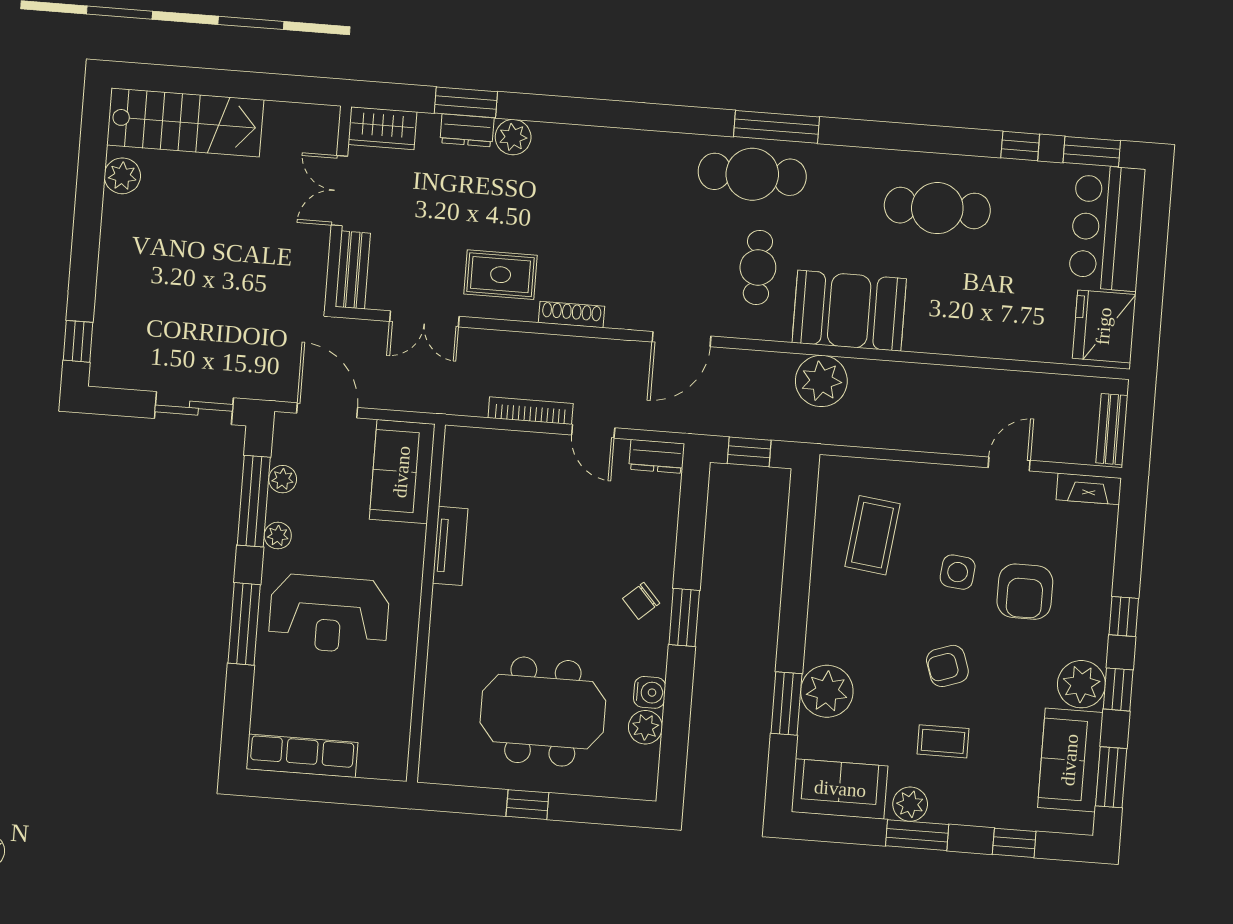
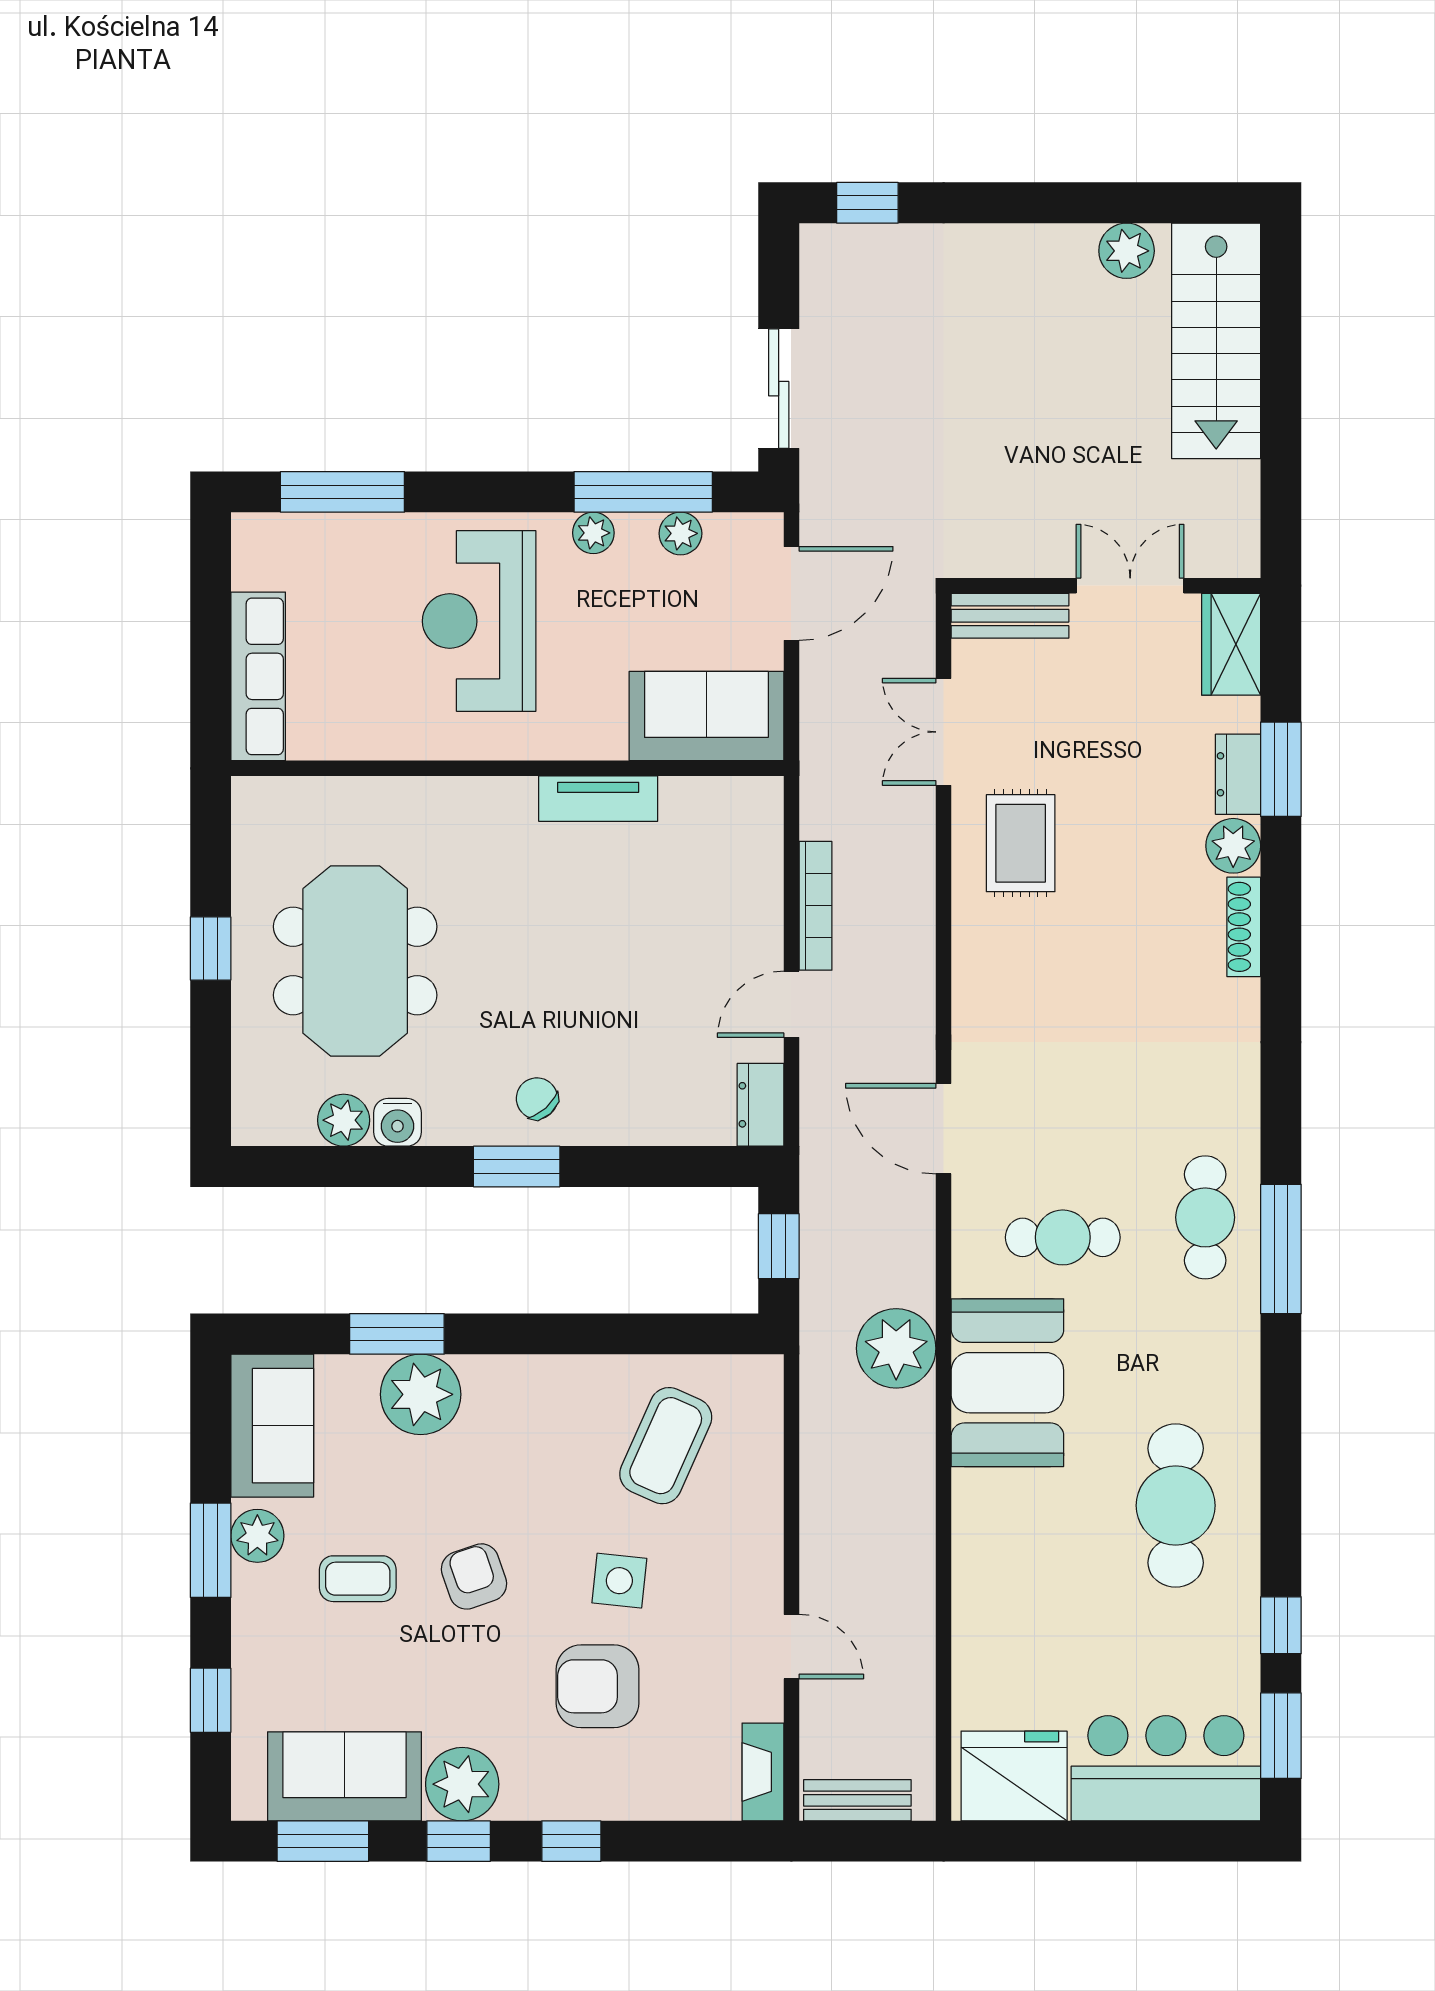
cafe table: (752, 174) -> (1205, 1217), width x0.73, depth x0.74
shoe rack: (572, 314) -> (1244, 927), moved, turned 180
coffee table: (873, 535) -> (666, 1446), turned -73
window: (244, 624) -> (342, 492), moved
coffee table: (943, 741) -> (358, 1579), turned 90
row of seats: (302, 756) -> (258, 676), moved

